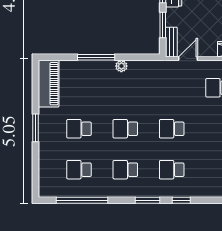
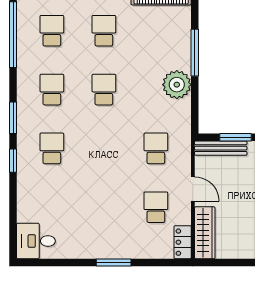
bench: (171, 42) -> (221, 148), width x1.36
door: (188, 59) -> (193, 189), moved
plant: (121, 66) -> (177, 85), width x1.87, depth x1.87
school desk: (172, 129) -> (156, 148), moved

